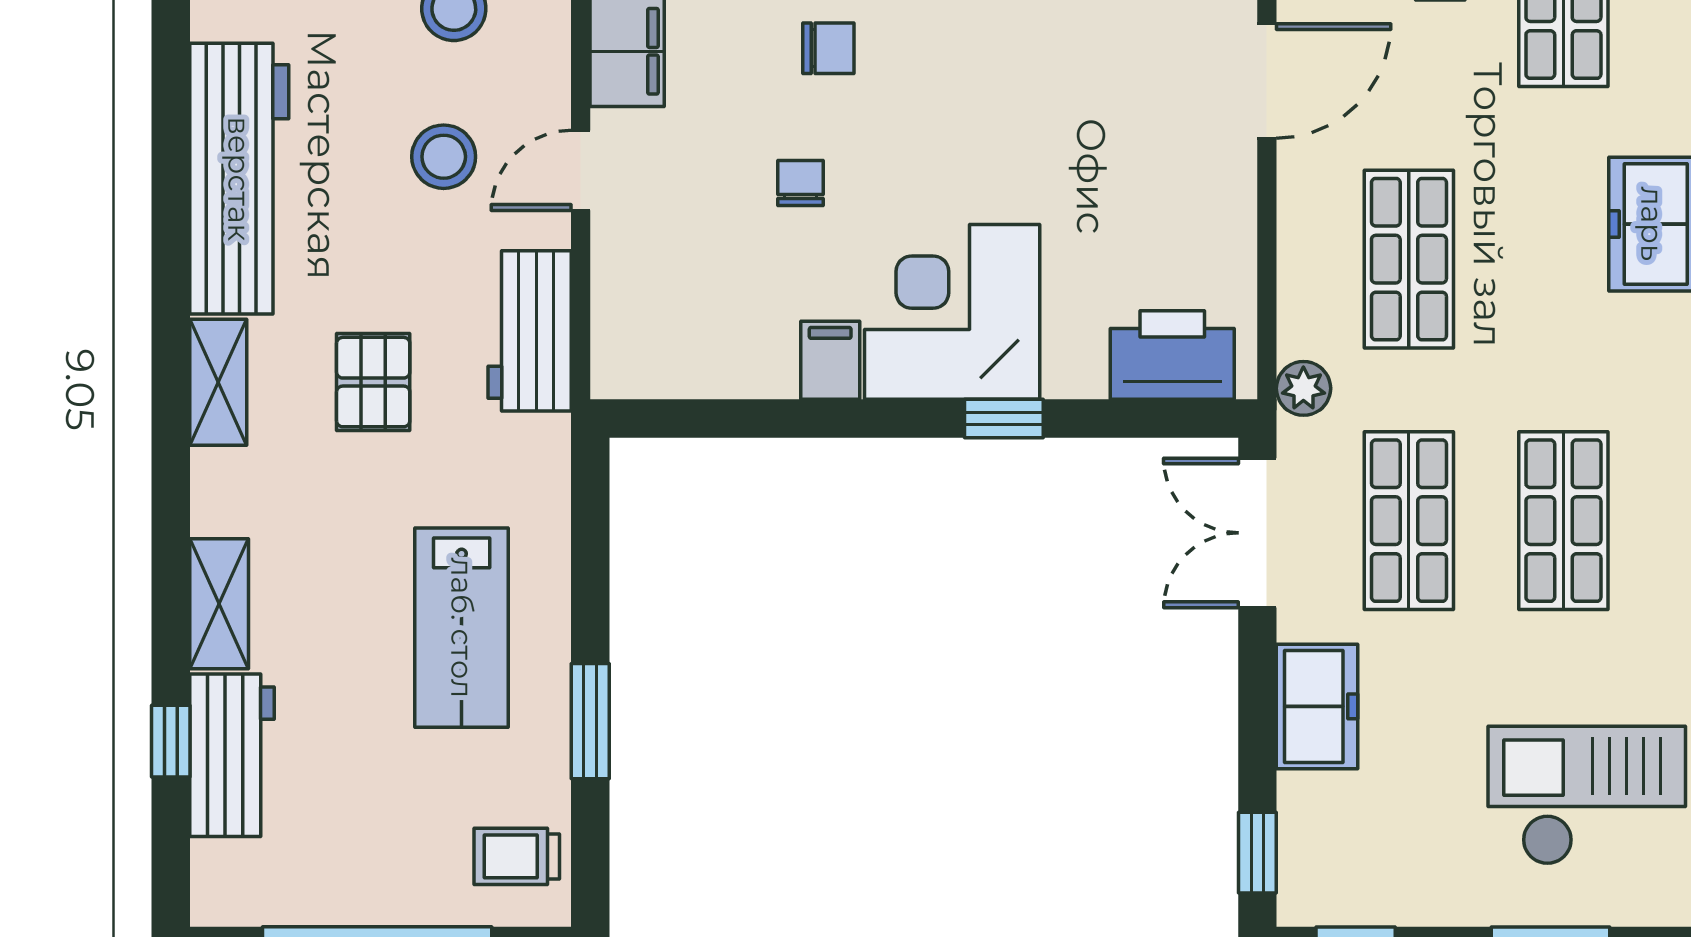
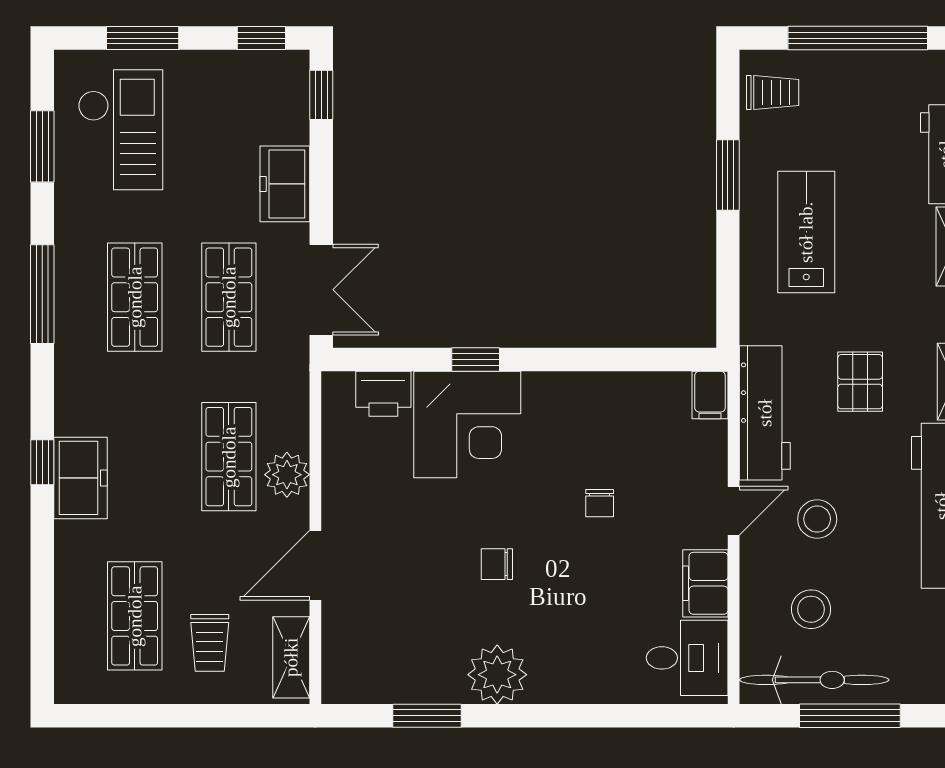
chair: (828, 48) -> (497, 564), moved
corner desk: (952, 312) -> (467, 424), moved
workbench: (530, 331) -> (765, 413), width x1.37
printer: (1172, 355) -> (383, 394), width x0.73, depth x0.84
filing cabinet: (830, 360) -> (710, 395), moved
plant: (1303, 388) -> (287, 475), moved, width x1.38, depth x1.38
checkout: (1587, 795) -> (120, 130), turned -90

